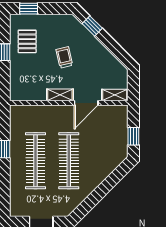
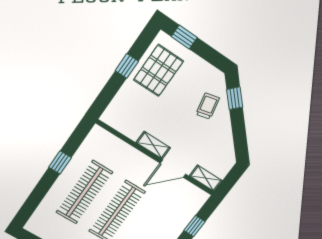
pallet: (27, 41) -> (158, 71), width x1.50, depth x1.42
trolley: (64, 57) -> (208, 106), moved

